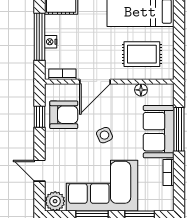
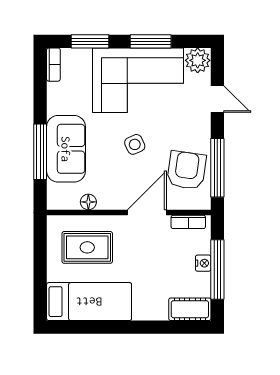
armchair: (64, 115) -> (187, 170), turned 98
window: (39, 117) -> (217, 168), width x2.17
bookcase: (169, 172) -> (53, 65), moved

